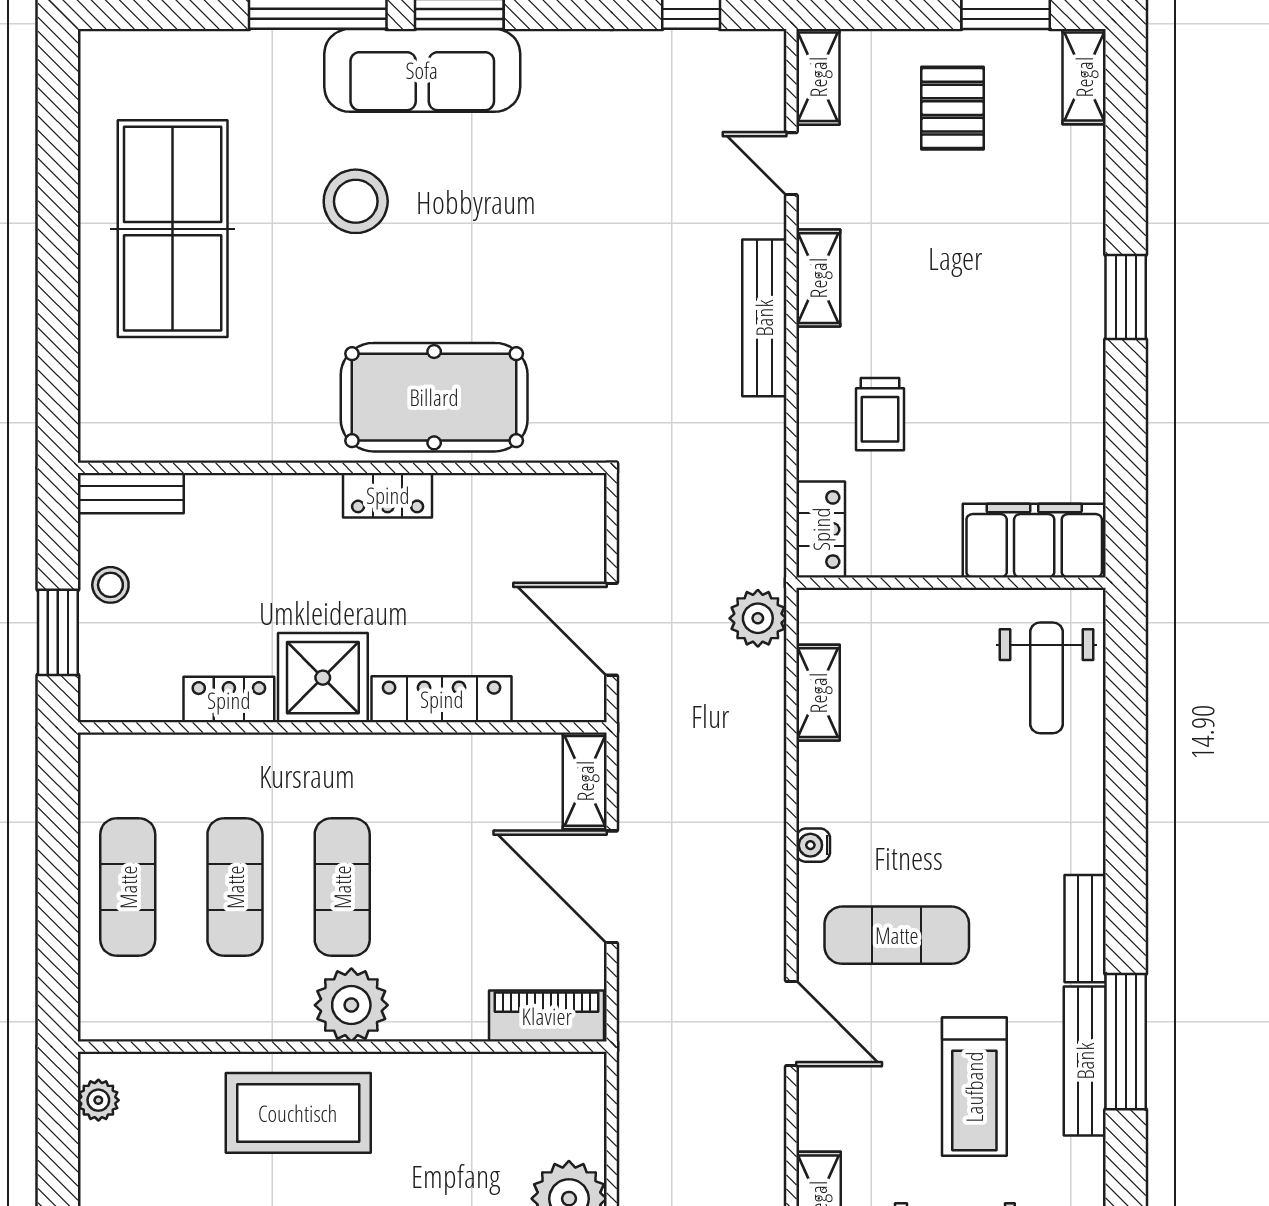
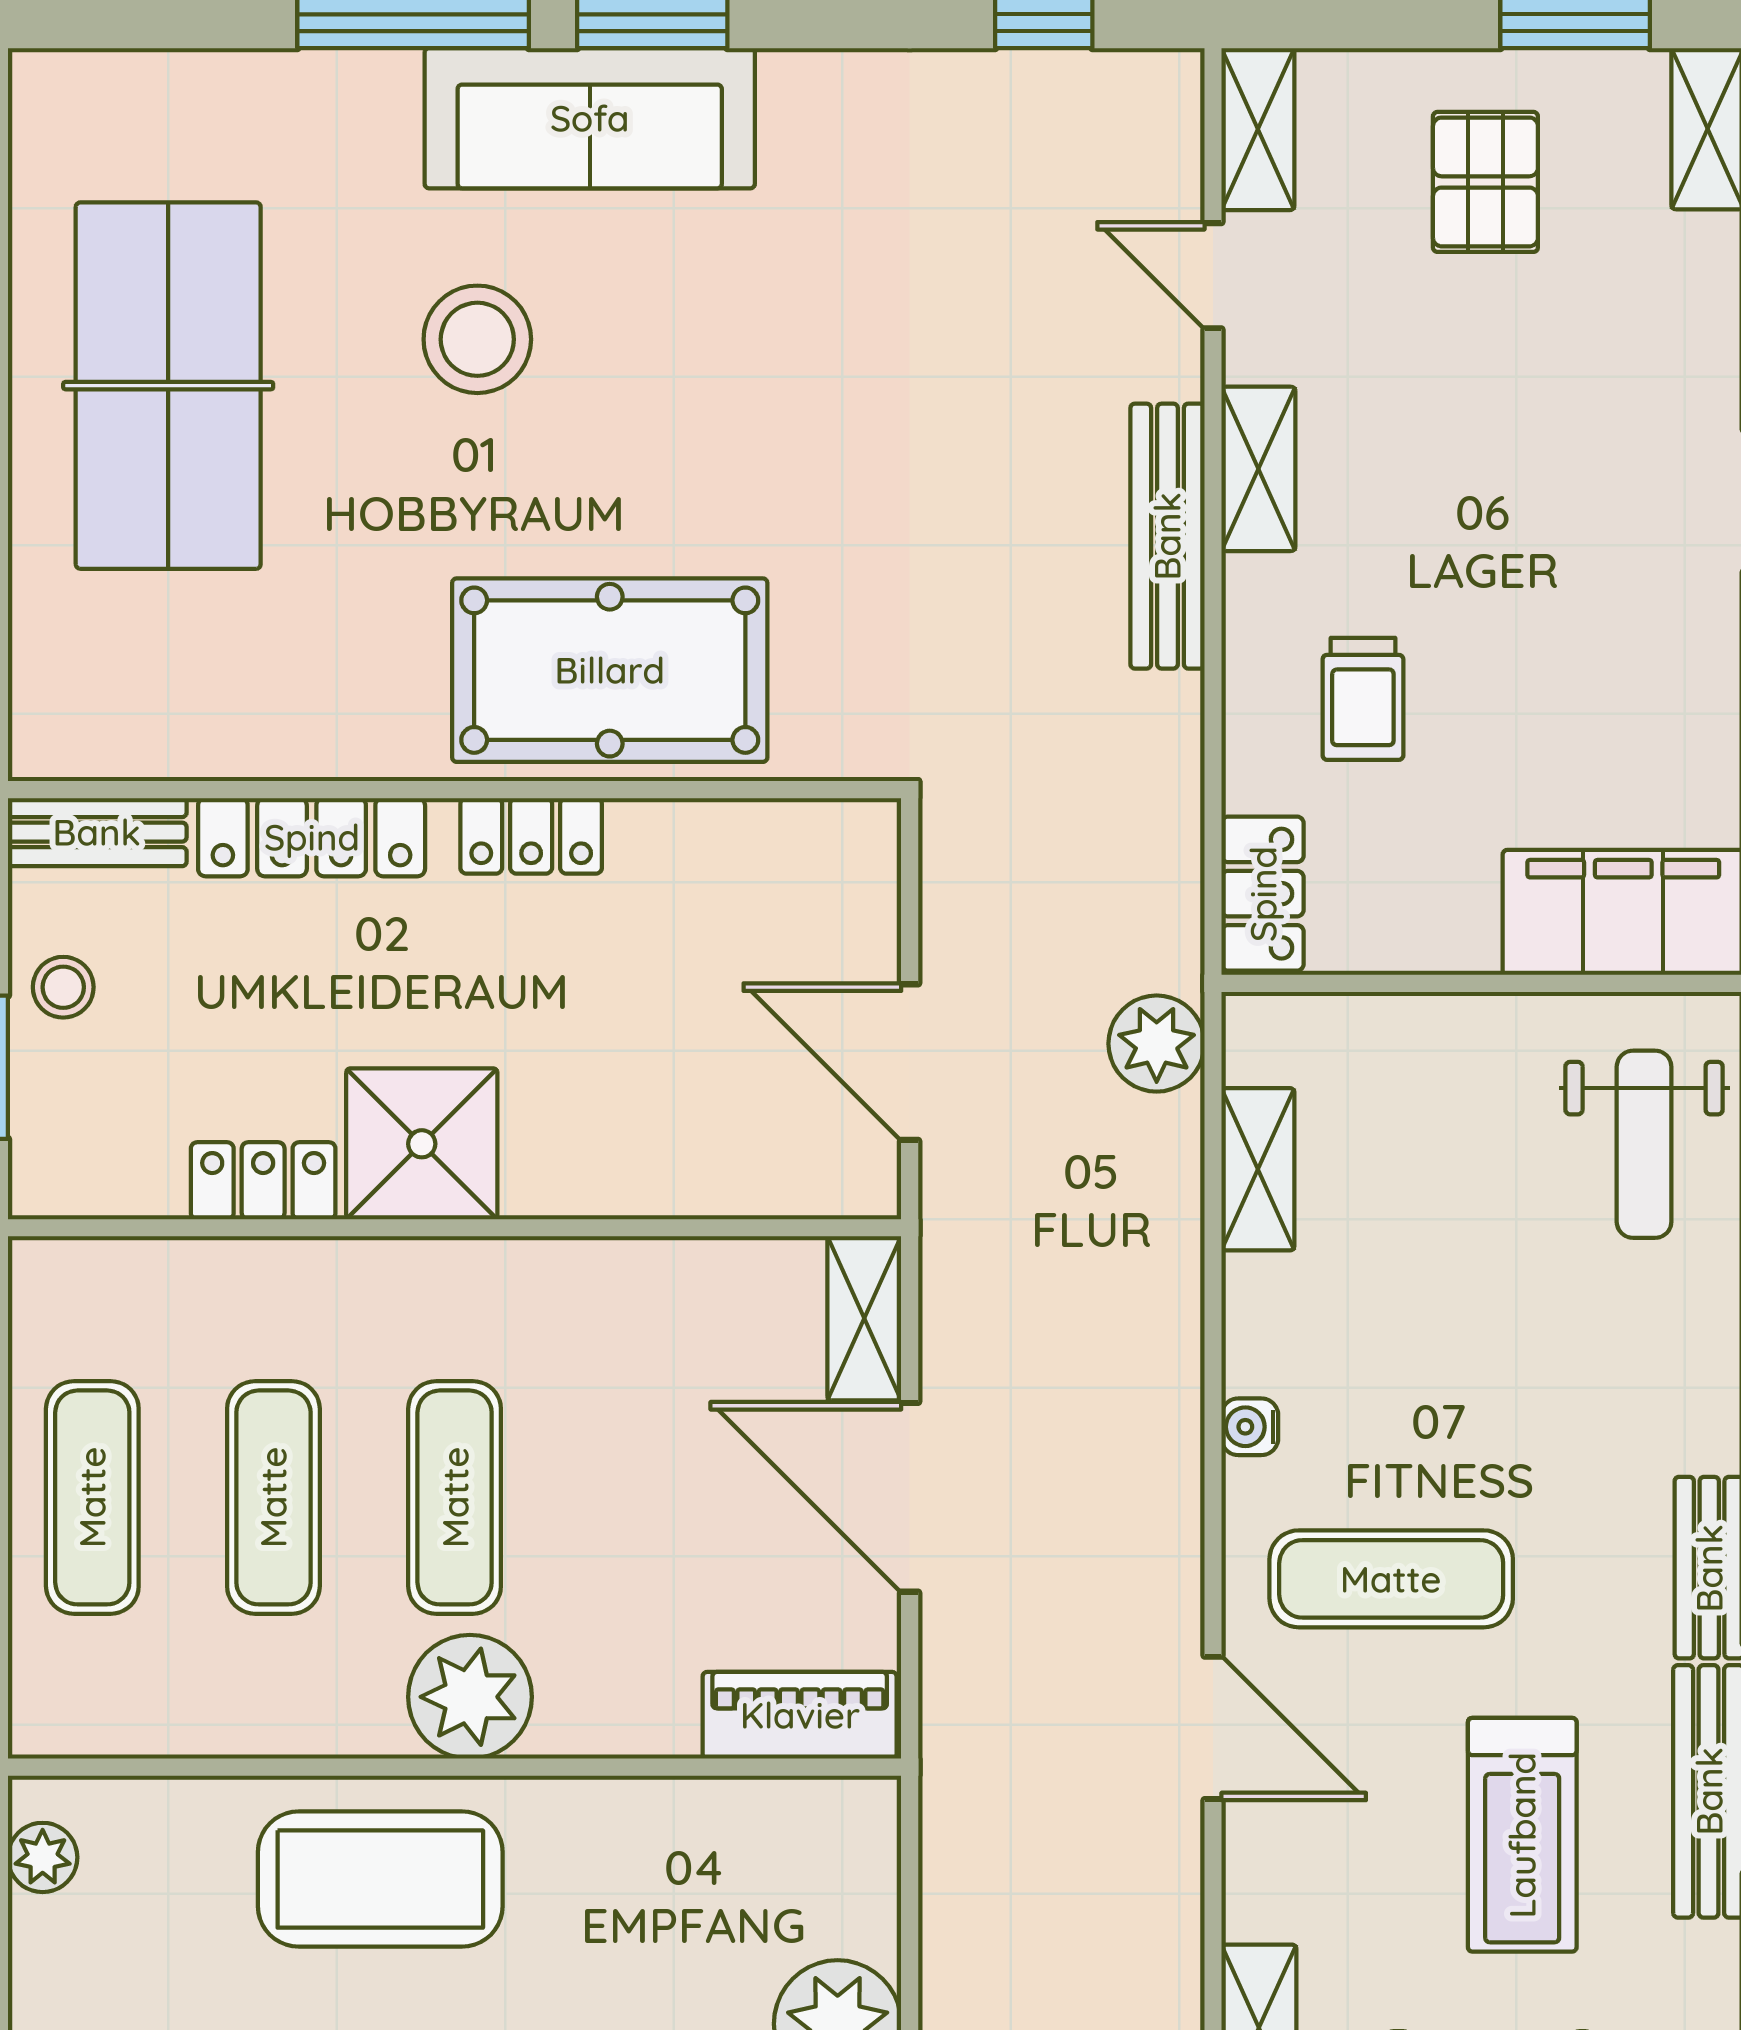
locker: (442, 699) -> (312, 837), moved, turned 180

